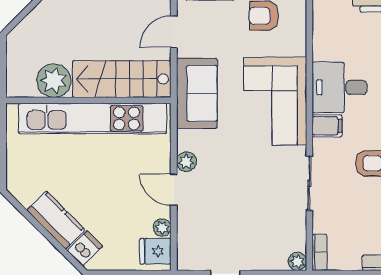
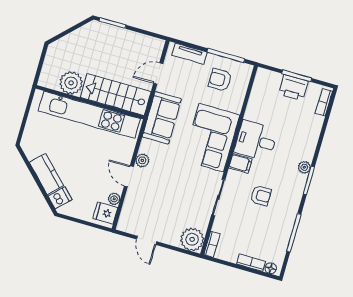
plant: (297, 261) -> (192, 239), width x1.87, depth x1.87

